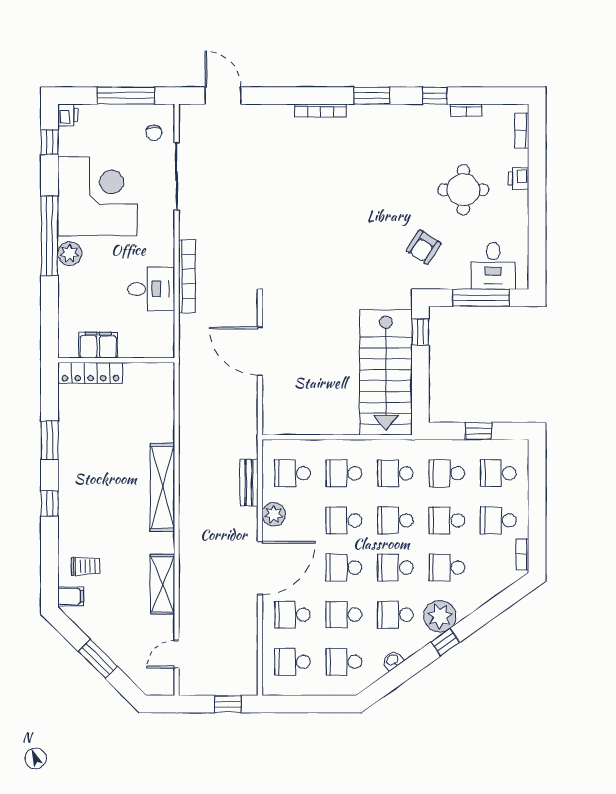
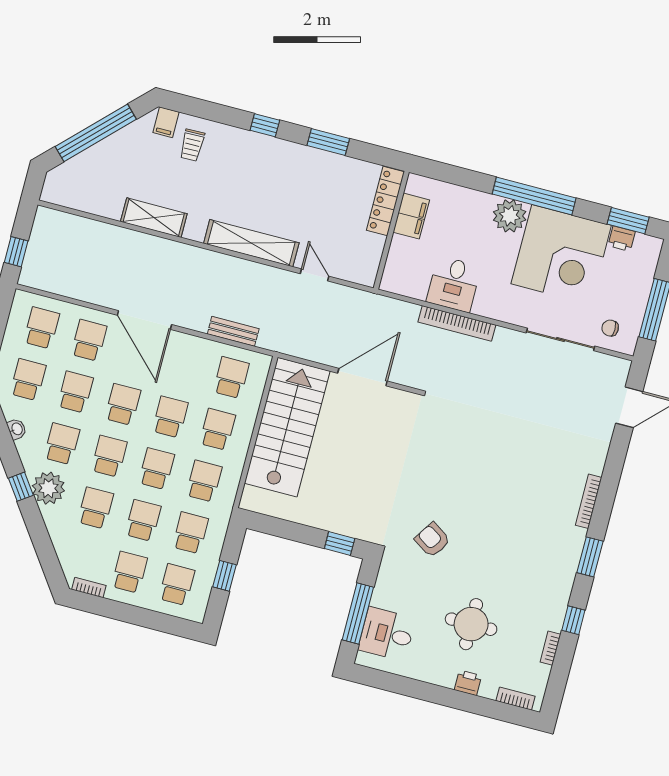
printer: (68, 115) -> (622, 239), moved
window: (49, 142) -> (628, 221), width x1.50
armchair: (424, 247) -> (432, 540), moved
plant: (70, 254) -> (510, 216), width x1.36, depth x1.36
stairs: (386, 372) -> (287, 427), moved, turned 90
plant: (274, 514) -> (195, 348), removed
door: (177, 654) -> (315, 275), moved
window: (98, 659) -> (96, 133), width x2.11

